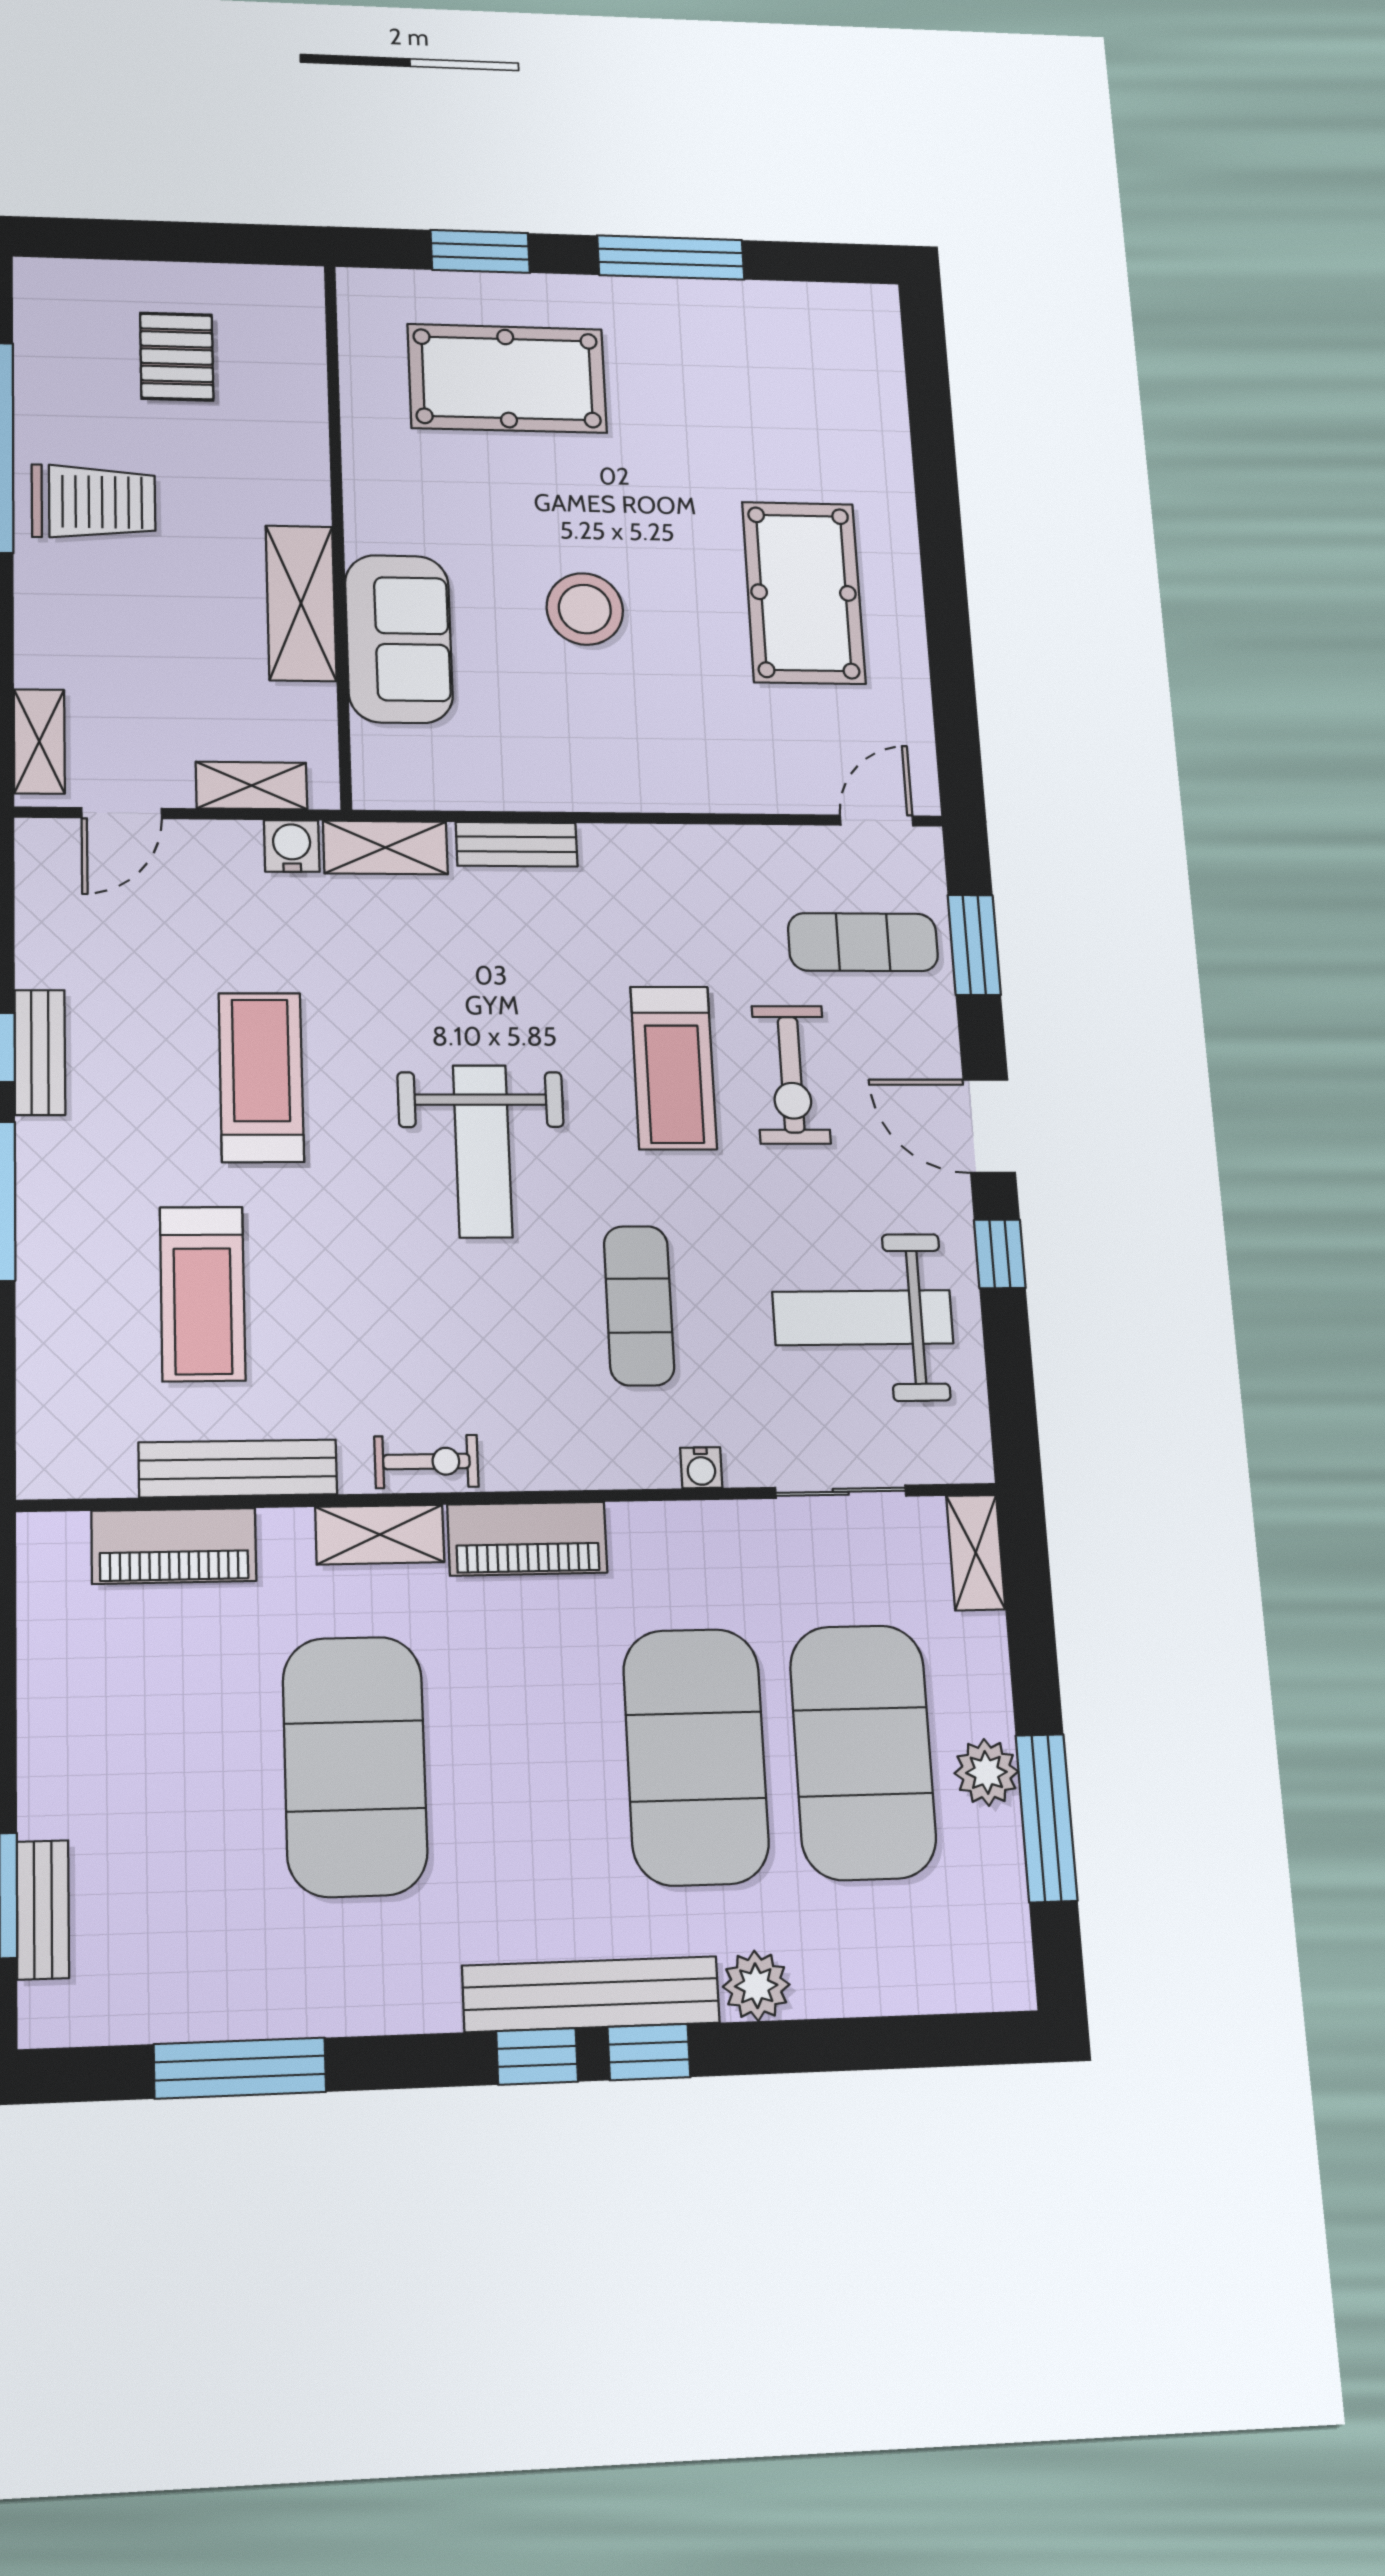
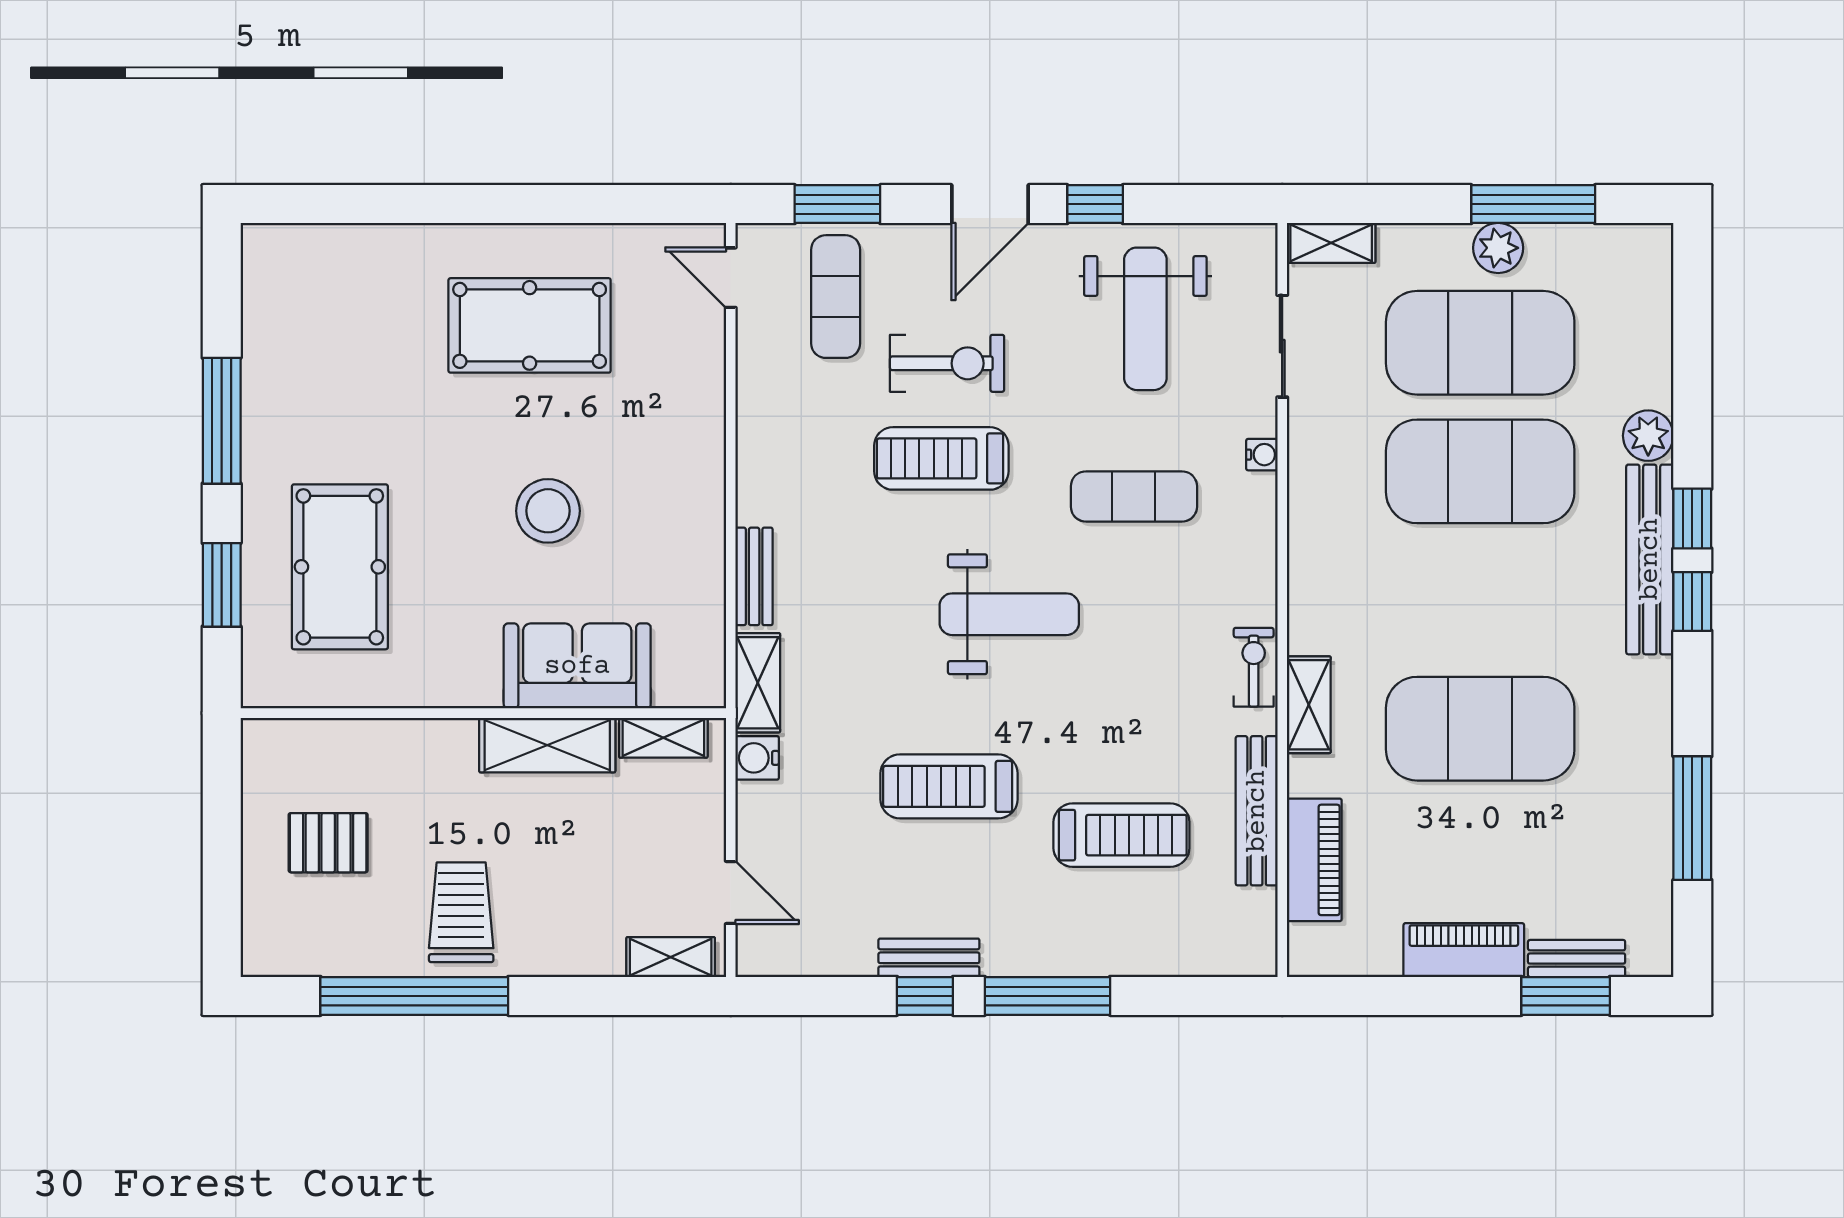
shelving: (251, 785) -> (663, 738), moved, turned 90
treadmill: (673, 1068) -> (941, 458), turned 180
piano: (527, 1539) -> (1464, 950), moved, turned -90

